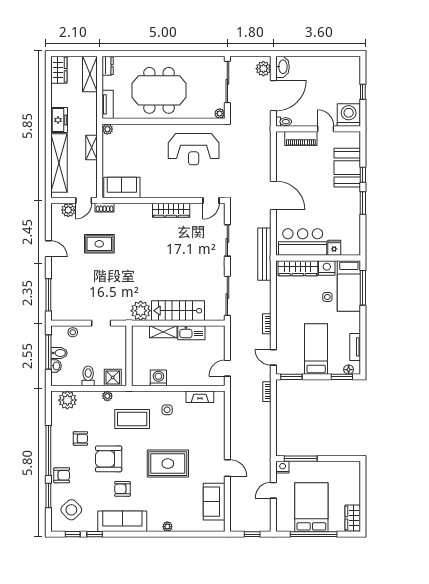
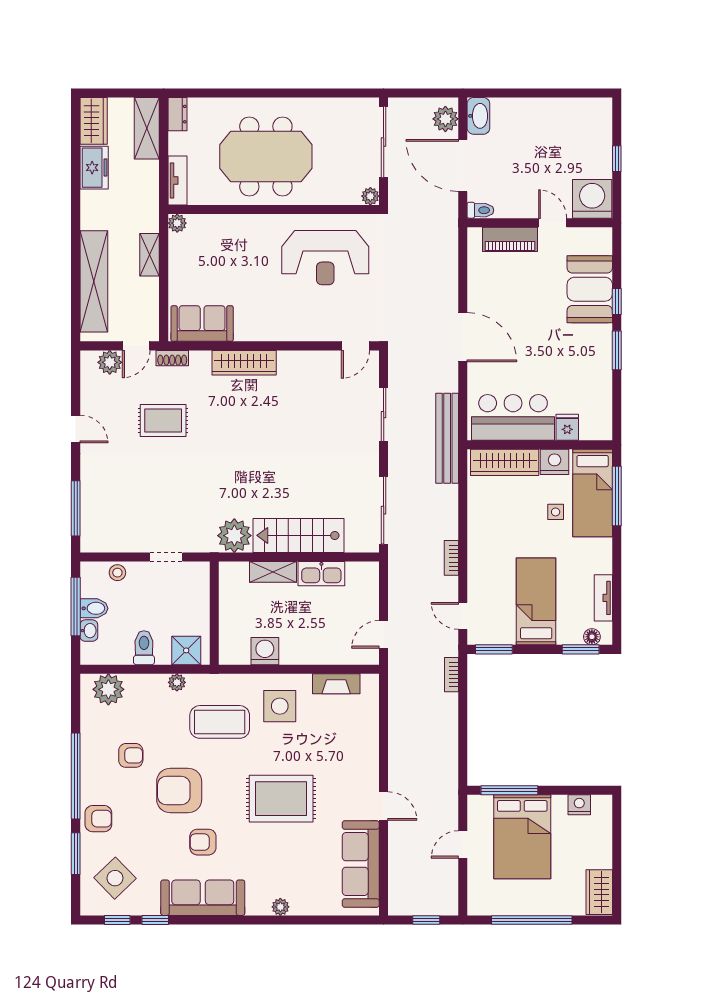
door: (273, 96) -> (463, 165), swing flipped
freezer: (59, 120) -> (94, 168), moved
wardrobe: (171, 210) -> (244, 363), moved
side table: (167, 410) -> (280, 706), width x1.87, depth x1.87
nightstand: (283, 467) -> (579, 805), moved
sofa: (214, 502) -> (361, 864), width x1.36
bed: (311, 507) -> (522, 837), moved, turned 180

